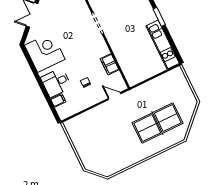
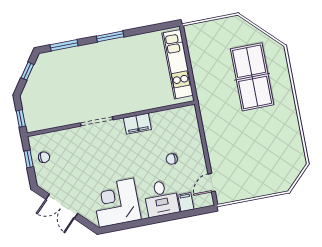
kitchen unit: (163, 45) -> (178, 64), moved, turned 90
filing cabinet: (110, 64) -> (137, 124), moved
door: (114, 96) -> (212, 183), moved

